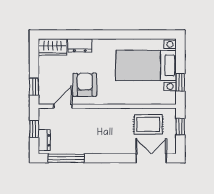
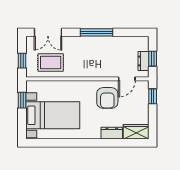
dresser: (44, 140) -> (143, 61), moved
window: (66, 158) -> (96, 32), moved

